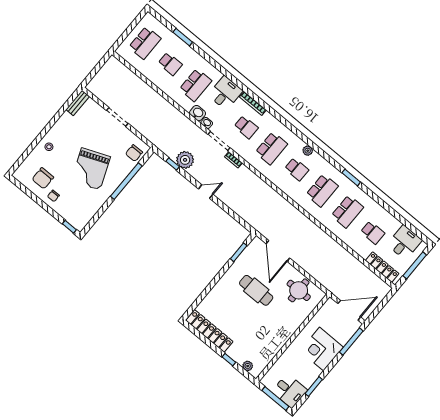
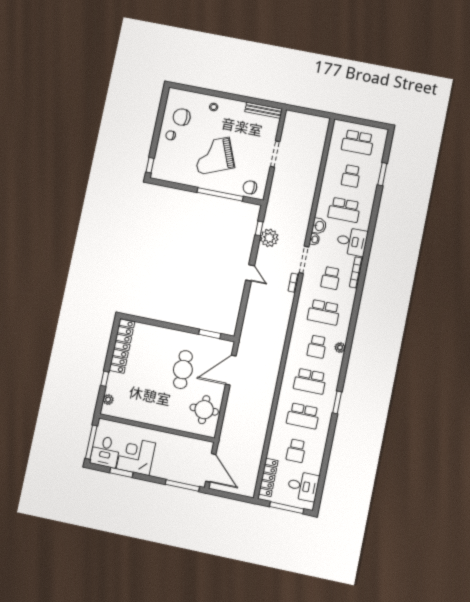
bench: (78, 103) -> (263, 110), width x1.36
corner desk: (322, 349) -> (136, 456), moved

